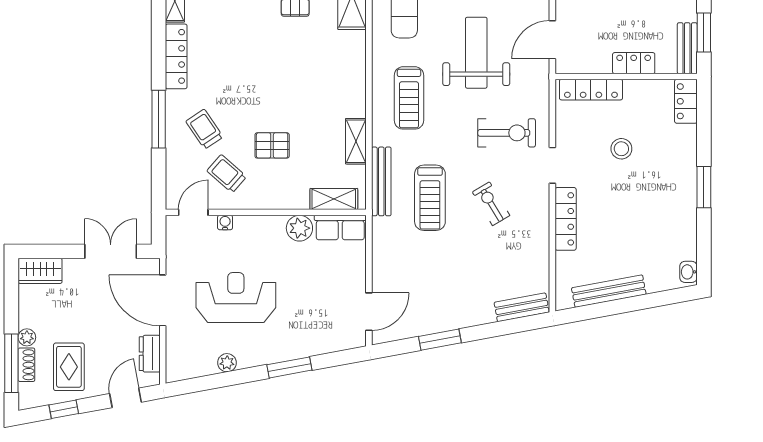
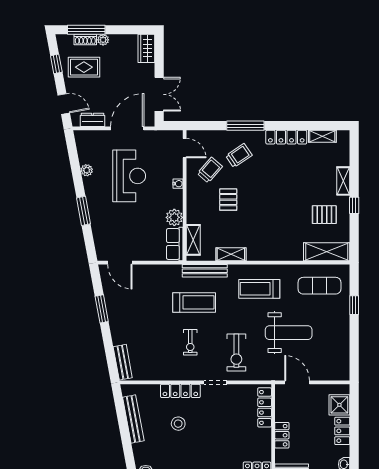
stool: (621, 149) -> (178, 424), moved
treadmill: (430, 198) -> (194, 302), turned 180
exercise bike: (491, 204) -> (190, 342), turned 121
water cooler: (225, 222) -> (178, 184), moved

